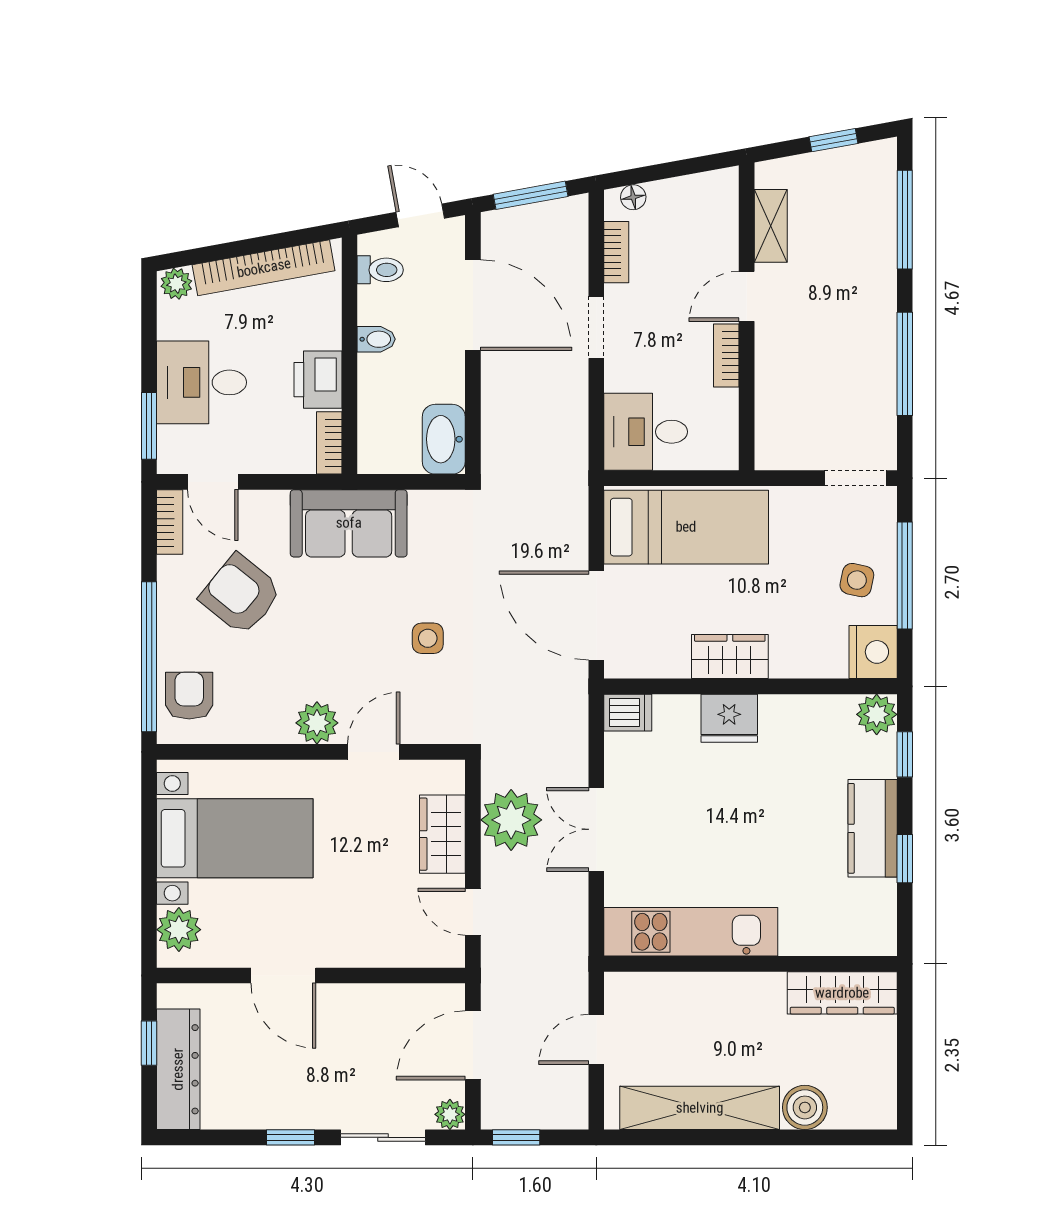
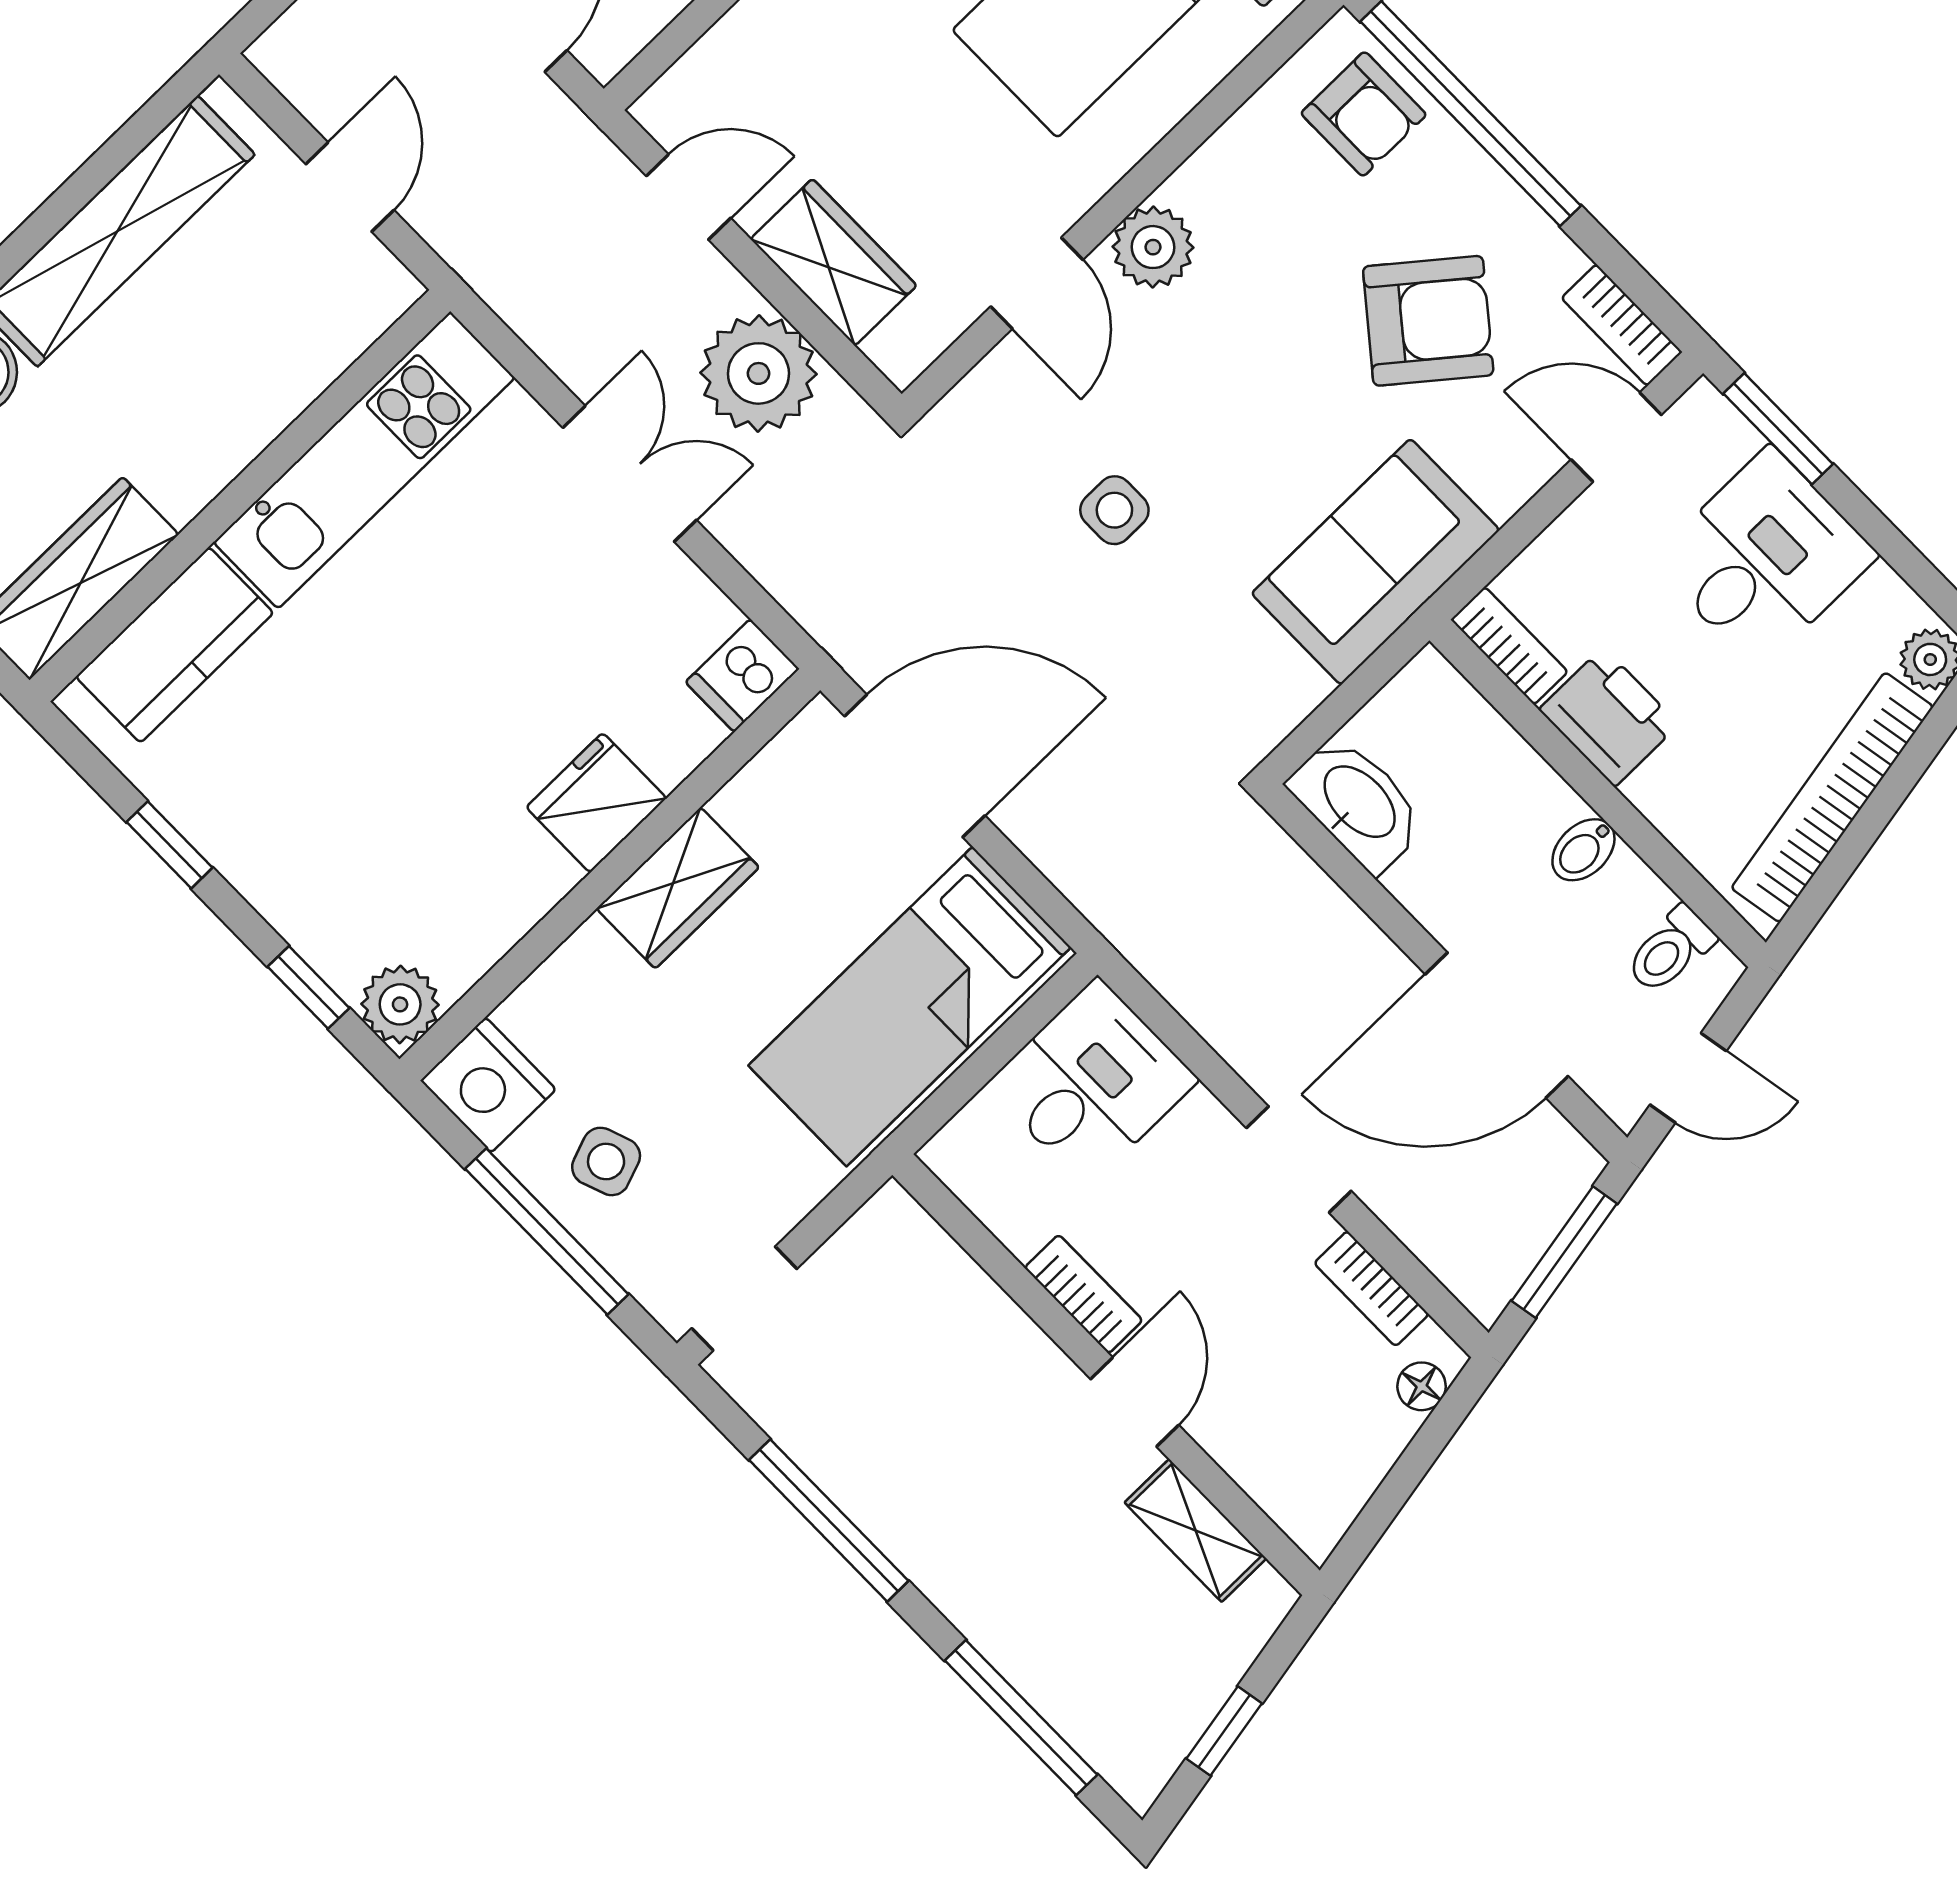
side table: (857, 580) -> (606, 1161), turned -32
kitchen counter: (873, 828) -> (175, 645), moved, turned 90

